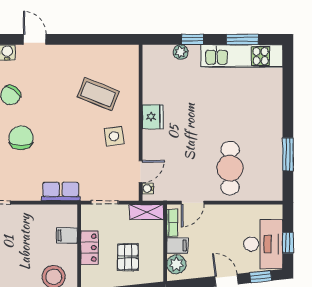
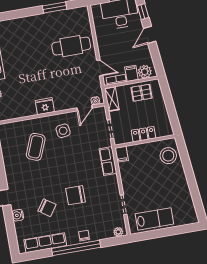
door: (141, 172) -> (85, 108), swing flipped
filing cabinet: (67, 235) -> (122, 154), moved
pallet: (128, 257) -> (141, 93), moved

